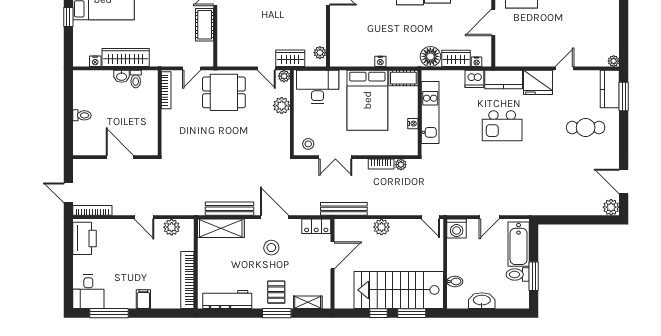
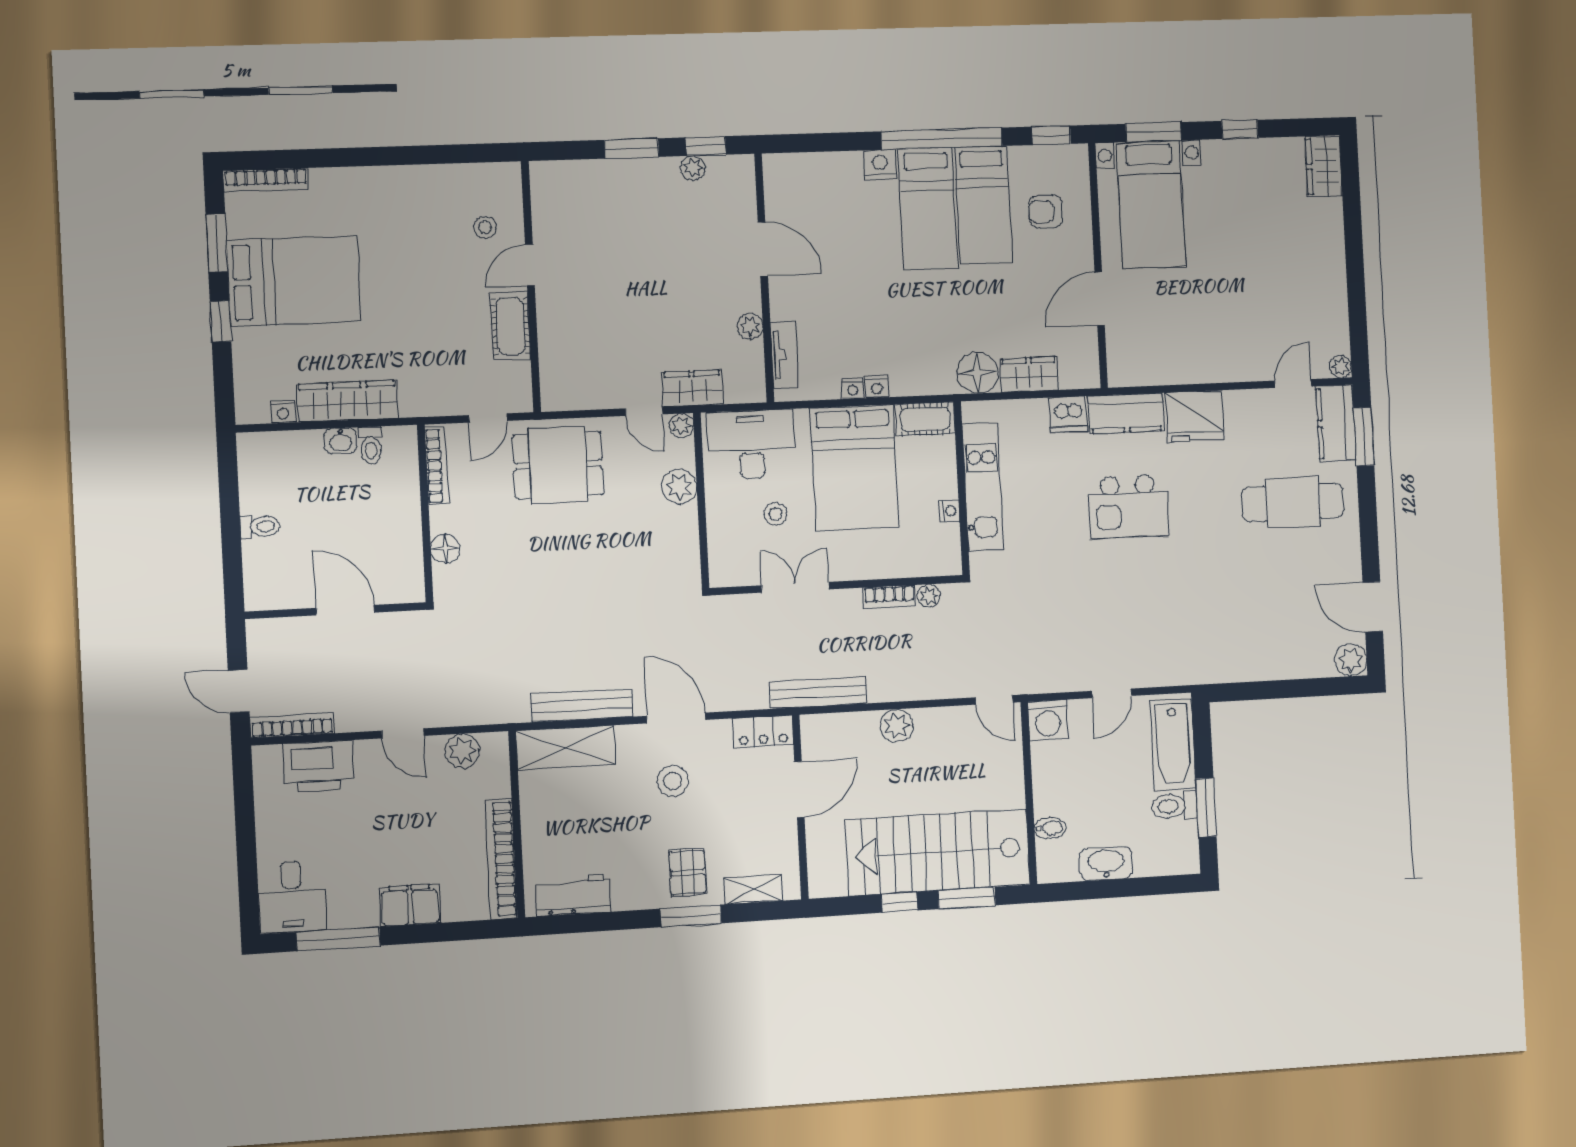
tv unit: (336, 44) -> (784, 355), added
plant: (320, 53) -> (750, 326), moved
nightstand: (477, 62) -> (853, 389), moved
door: (564, 68) -> (1293, 384), moved
cafe table: (586, 127) -> (1293, 502), width x1.37, depth x1.35
floor lamp: (168, 130) -> (445, 549), added
stool: (308, 144) -> (775, 514), moved
double door: (335, 157) -> (795, 587), swing flipped
printer: (84, 238) -> (319, 766), moved, turned 90
filing cabinet: (143, 299) -> (410, 905), width x2.00
workbench: (227, 299) -> (573, 895), width x0.73

